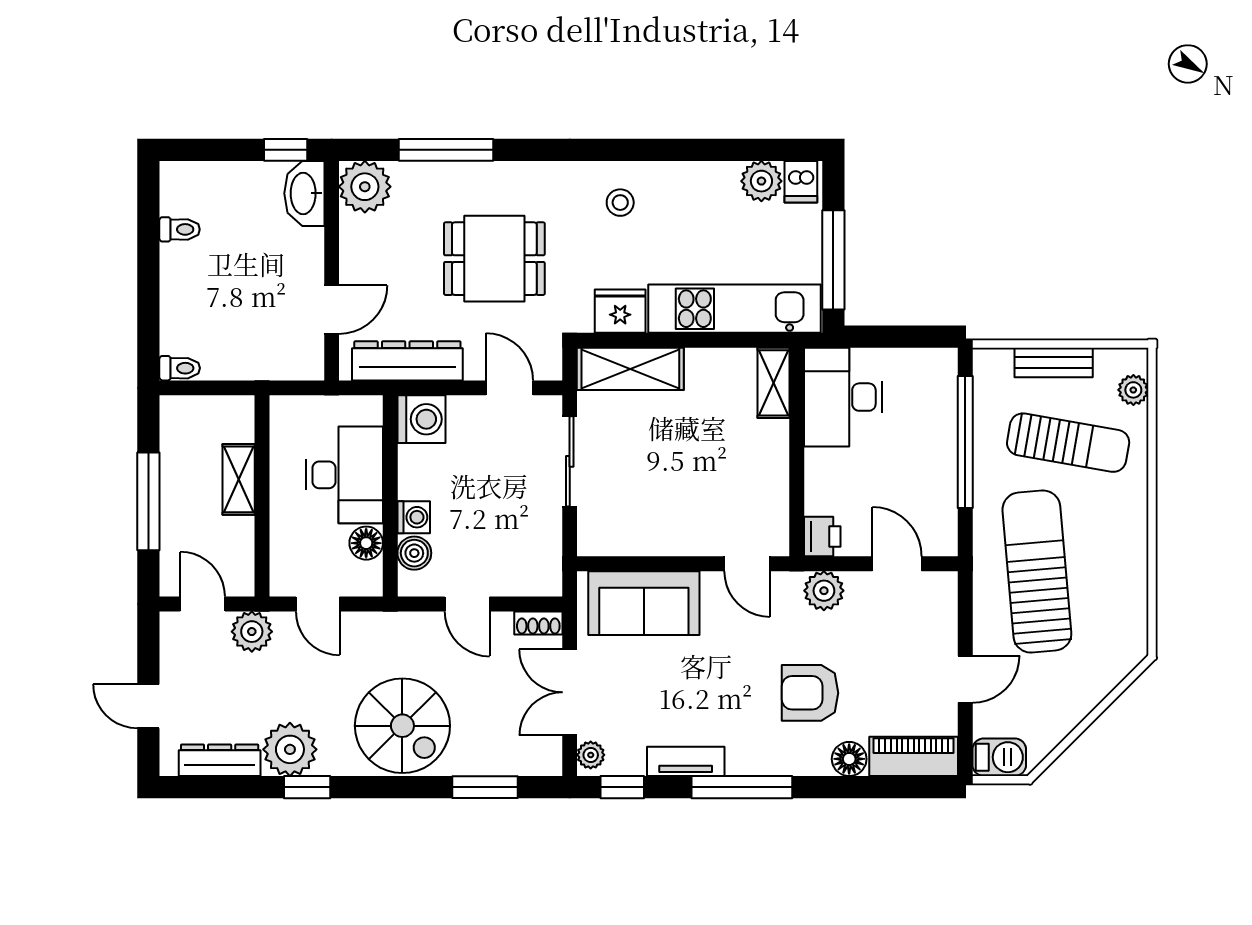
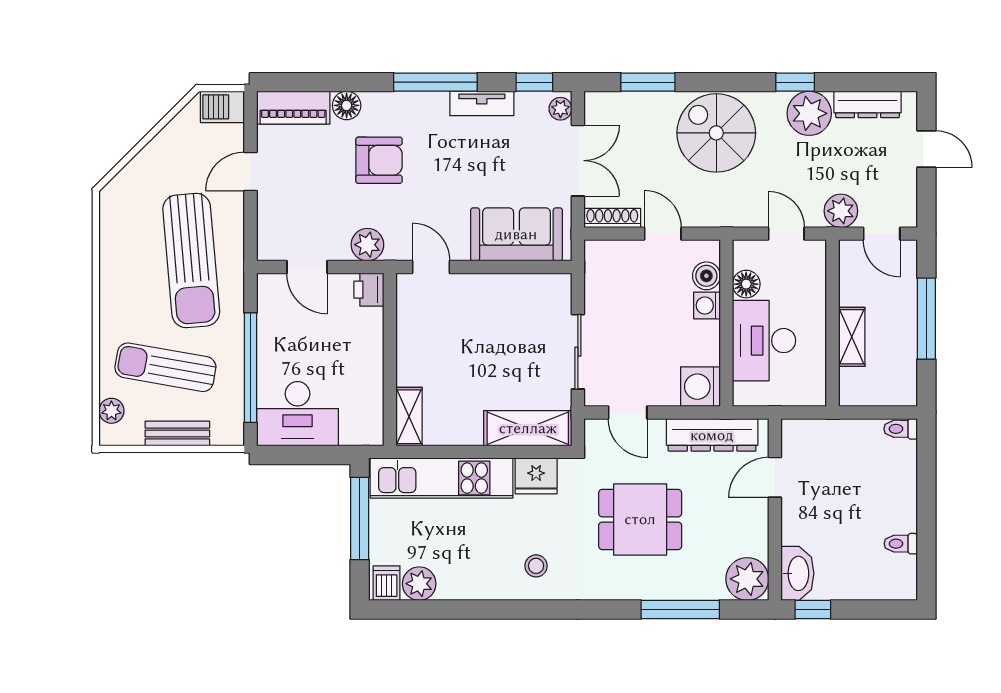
desk: (843, 397) -> (297, 414), moved, turned 90
shoe rack: (538, 623) -> (612, 218), width x1.43

